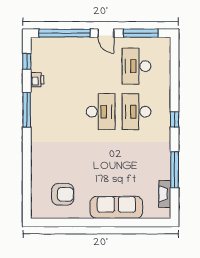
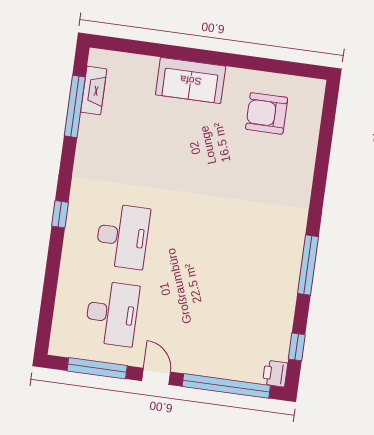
printer: (37, 80) -> (275, 374), moved
desk: (101, 112) -> (183, 245), removed
window: (175, 170) -> (75, 106), moved
sofa: (116, 207) -> (191, 80), width x0.73

